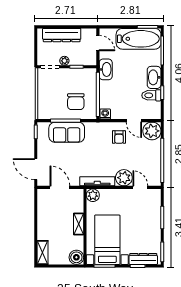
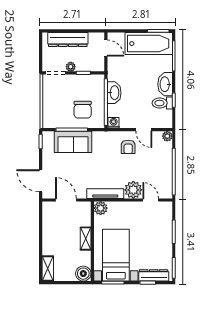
washbasin: (106, 69) -> (114, 93), moved
plant: (152, 131) -> (167, 136), width x0.53, depth x0.53

